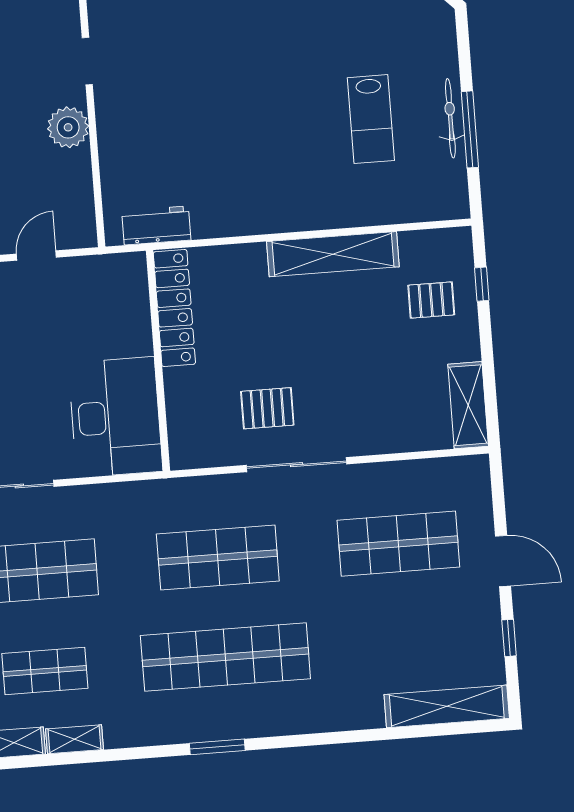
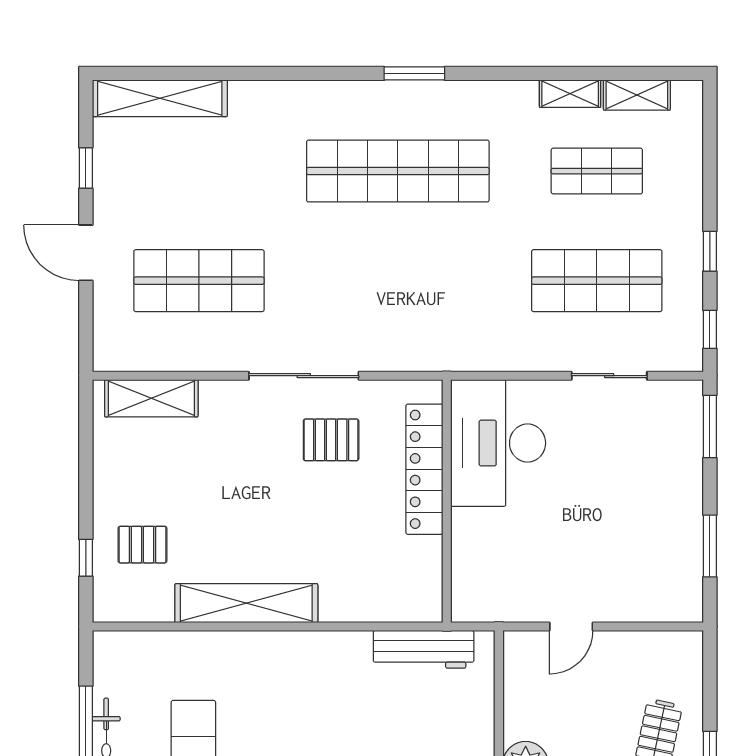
workbench: (156, 226) -> (424, 649), width x1.38
locker: (174, 308) -> (424, 469), moved
shelving: (468, 405) -> (151, 398), moved, turned 90
shop shelf: (218, 557) -> (398, 281), removed

